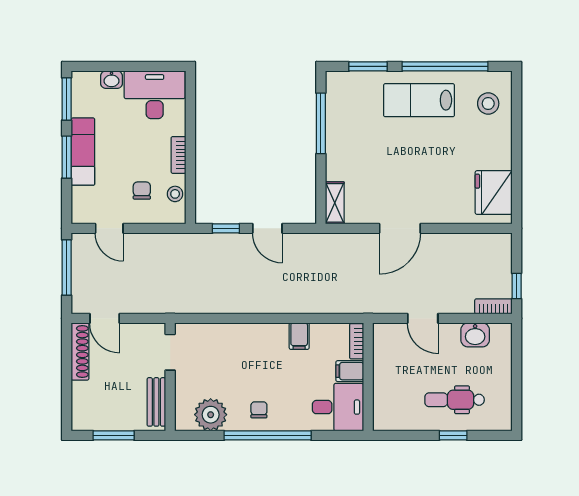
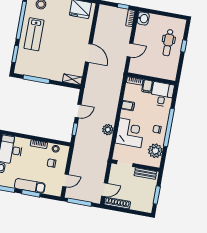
plant: (238, 301) -> (108, 130), added
washbasin: (475, 335) -> (143, 18), moved
corner desk: (240, 352) -> (130, 133), added

